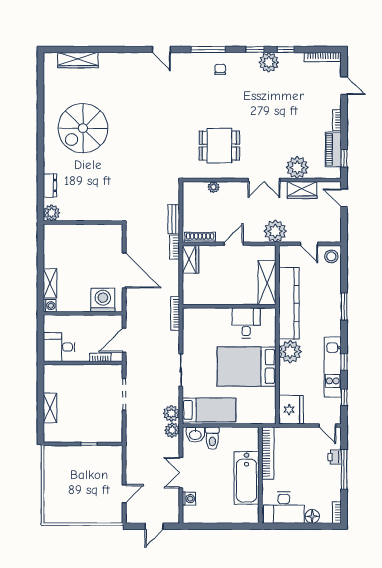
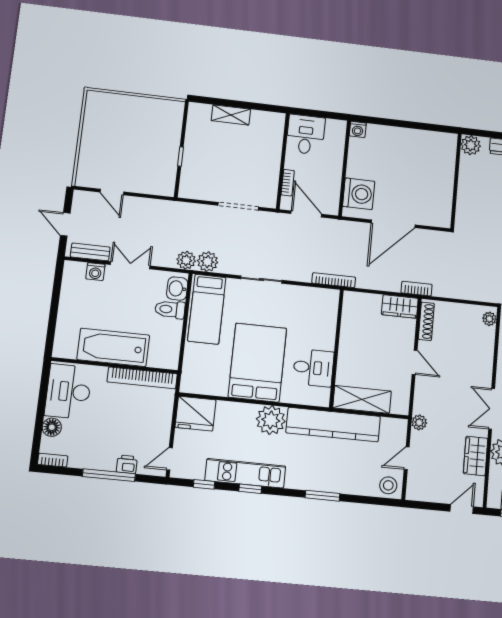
plant: (214, 187) -> (489, 319), moved
bench: (174, 219) -> (90, 252), moved
plant: (275, 231) -> (419, 422), width x0.53, depth x0.53
shelving: (50, 283) -> (385, 133), removed

